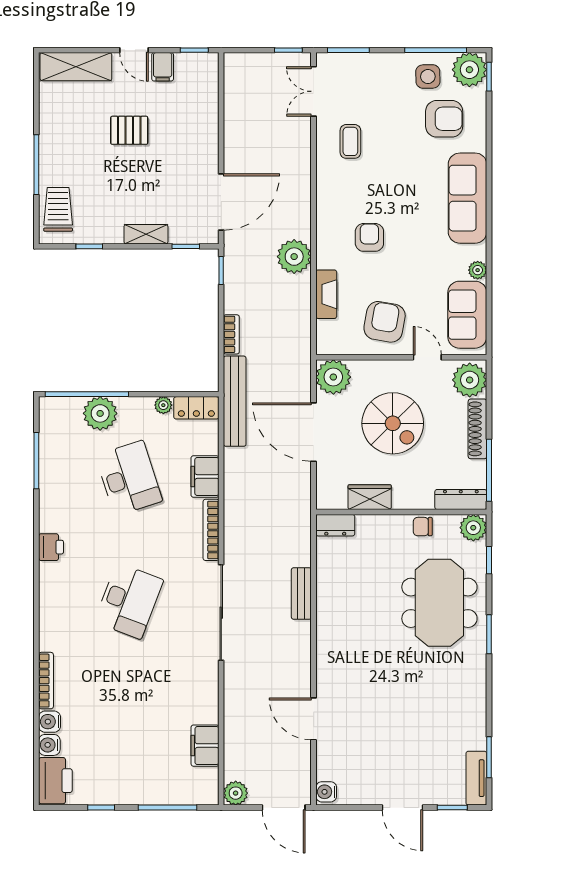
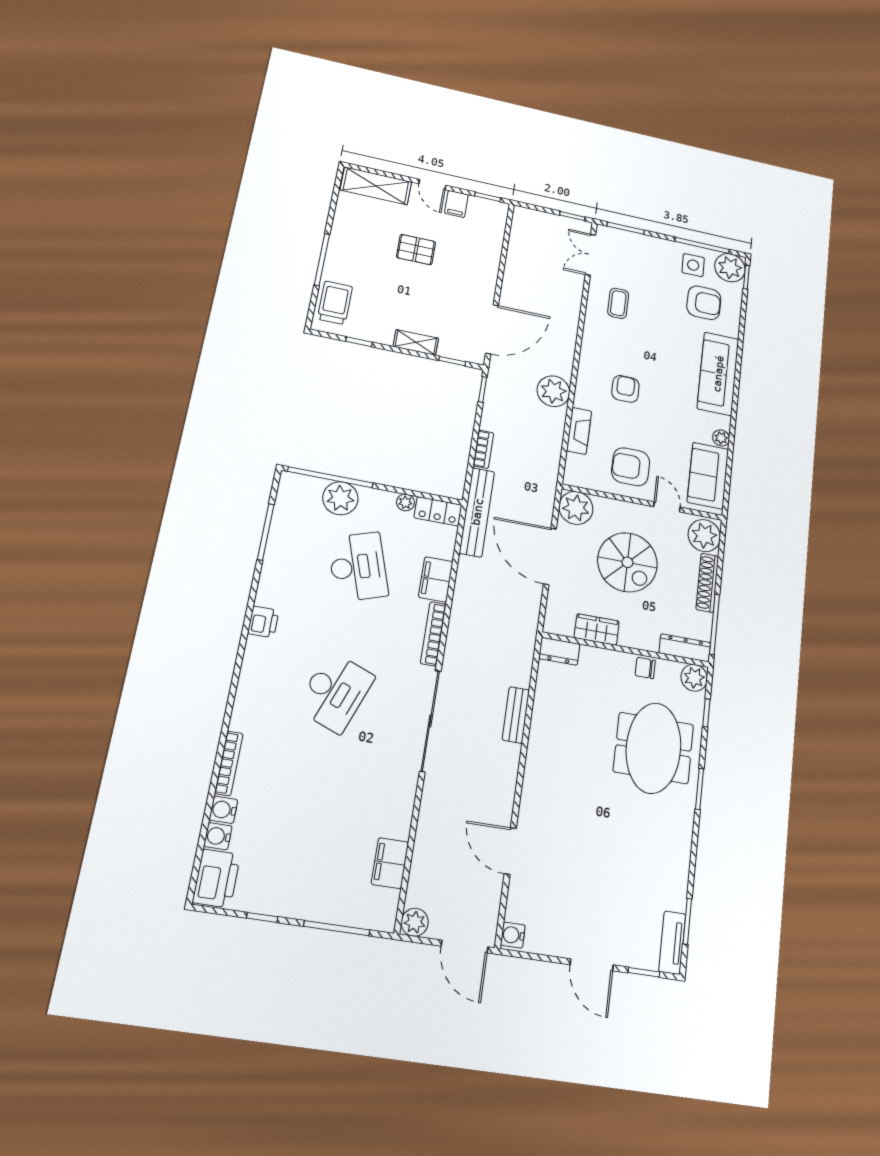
armchair: (385, 322) -> (631, 467), turned -100

